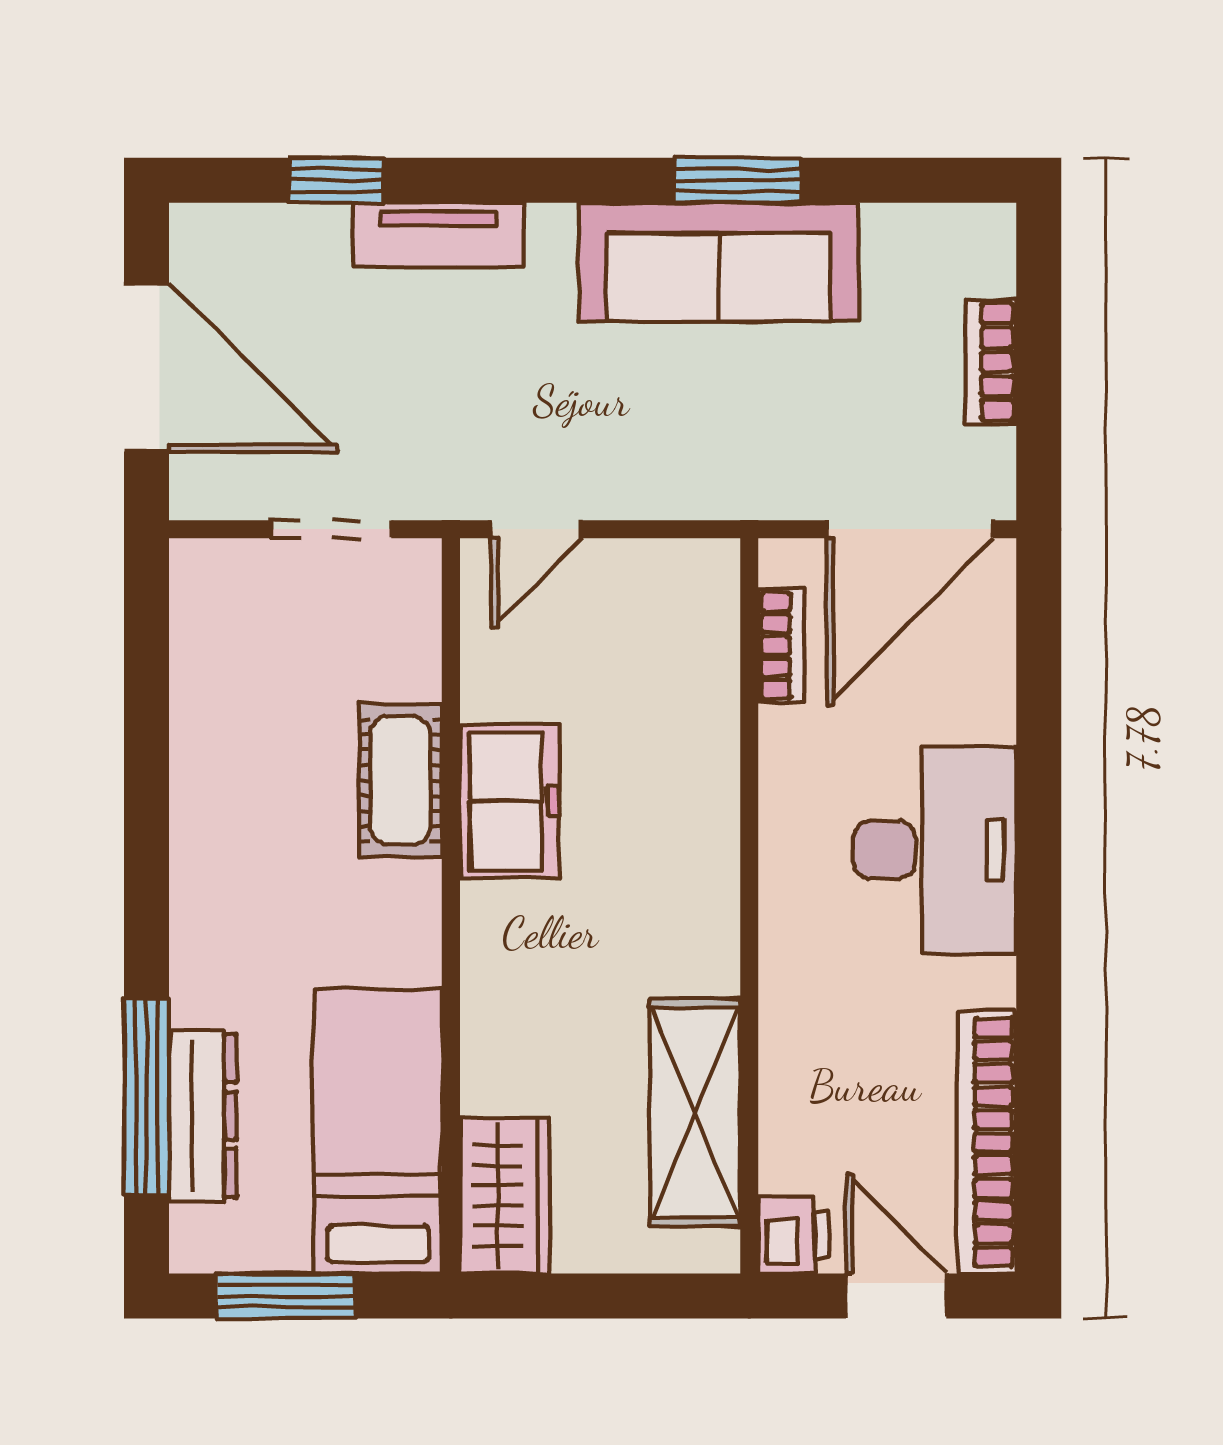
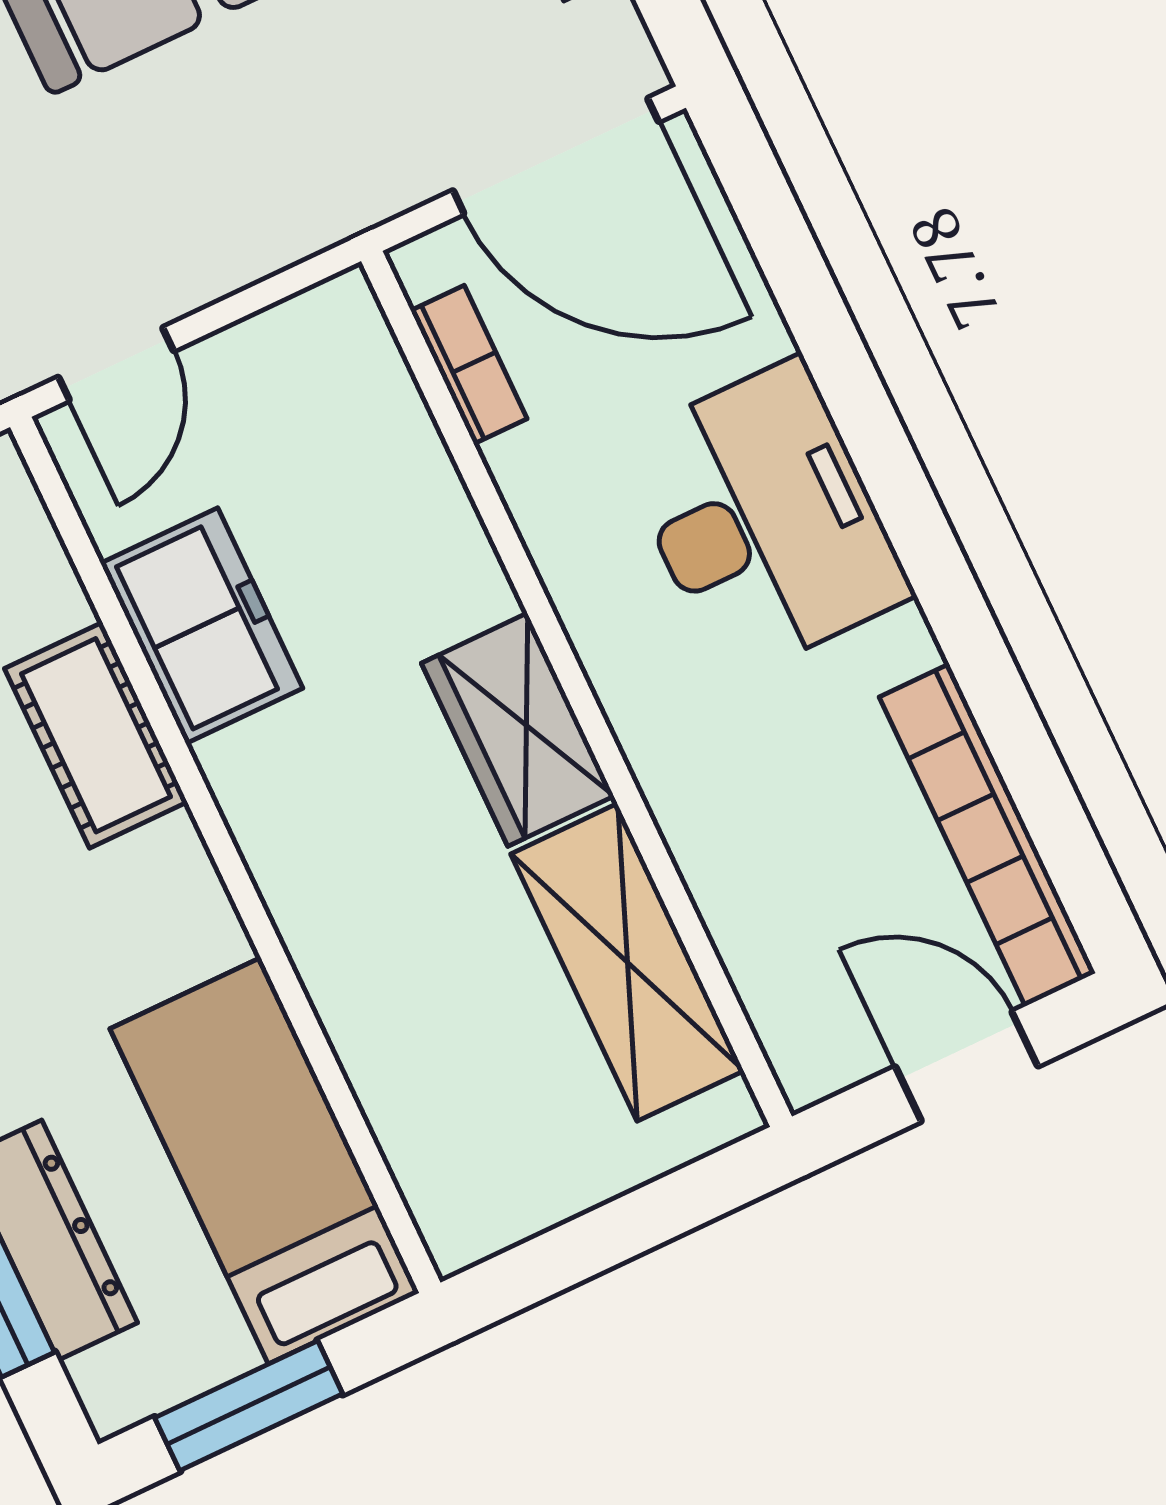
door: (910, 529) -> (556, 156), hinge flipped
freezer: (510, 801) -> (202, 626), moved
wardrobe: (505, 1196) -> (518, 730), moved, turned 180
printer: (794, 1235) -> (812, 1051), removed

